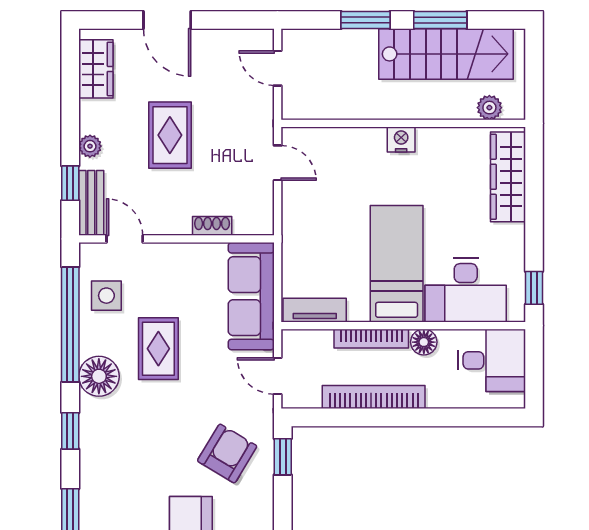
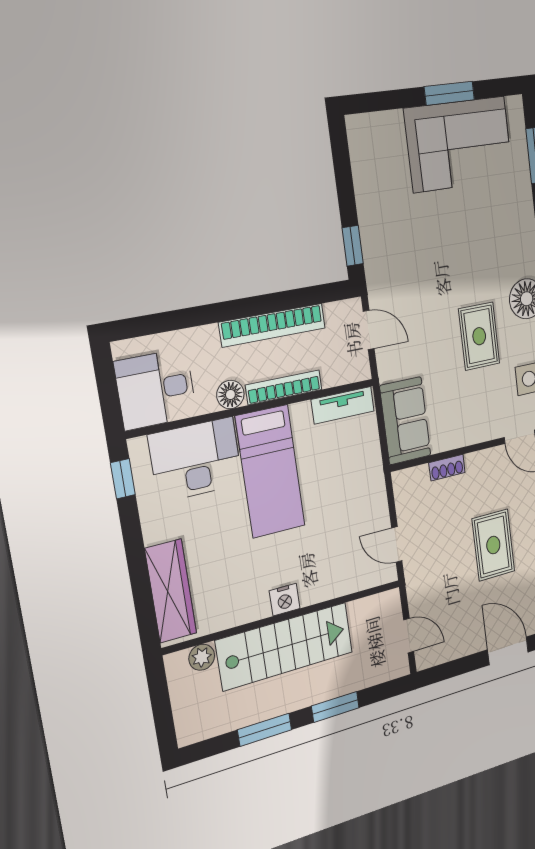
stairs: (446, 54) -> (285, 646), moved, turned 180
sofa: (251, 296) -> (405, 421), width x0.73
armchair: (227, 453) -> (405, 241), removed

